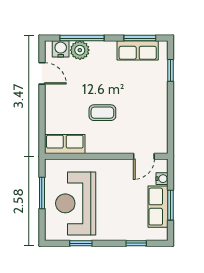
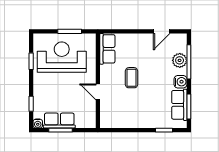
water cooler: (61, 49) -> (180, 82), moved
door: (144, 156) -> (98, 92), moved
water cooler: (162, 179) -> (38, 124), moved

